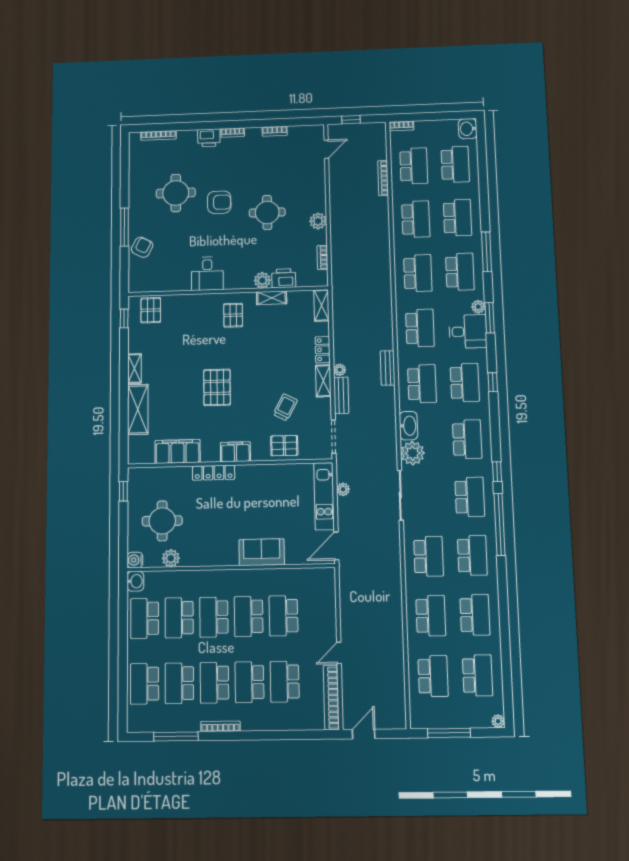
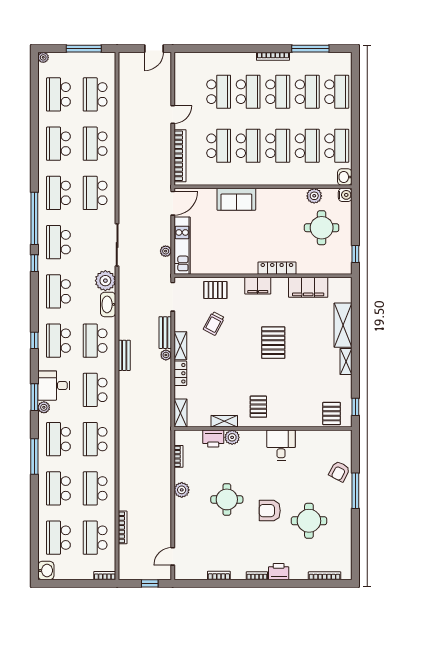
bookcase: (331, 698) -> (180, 156), moved

